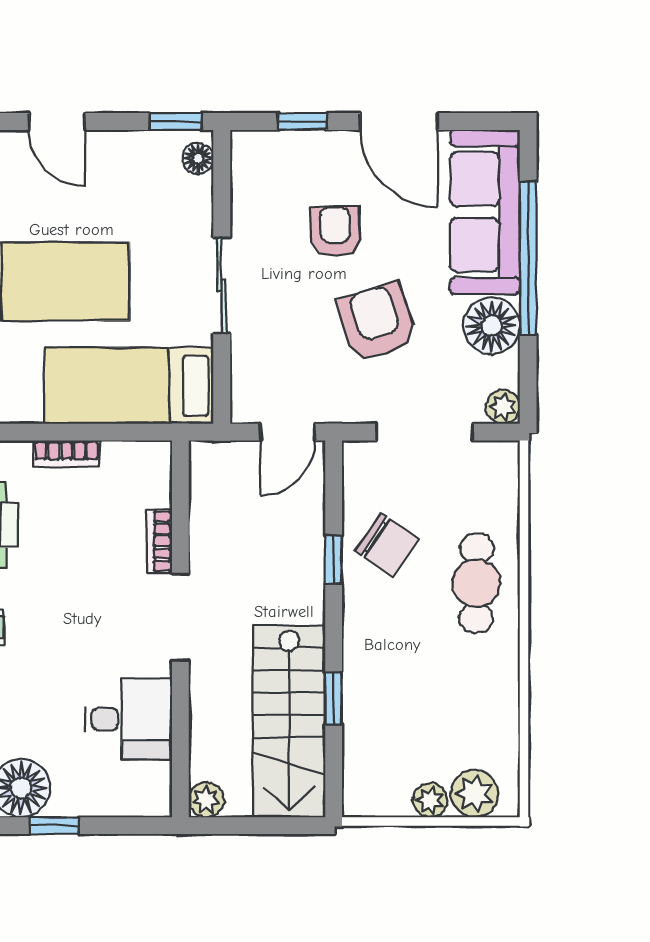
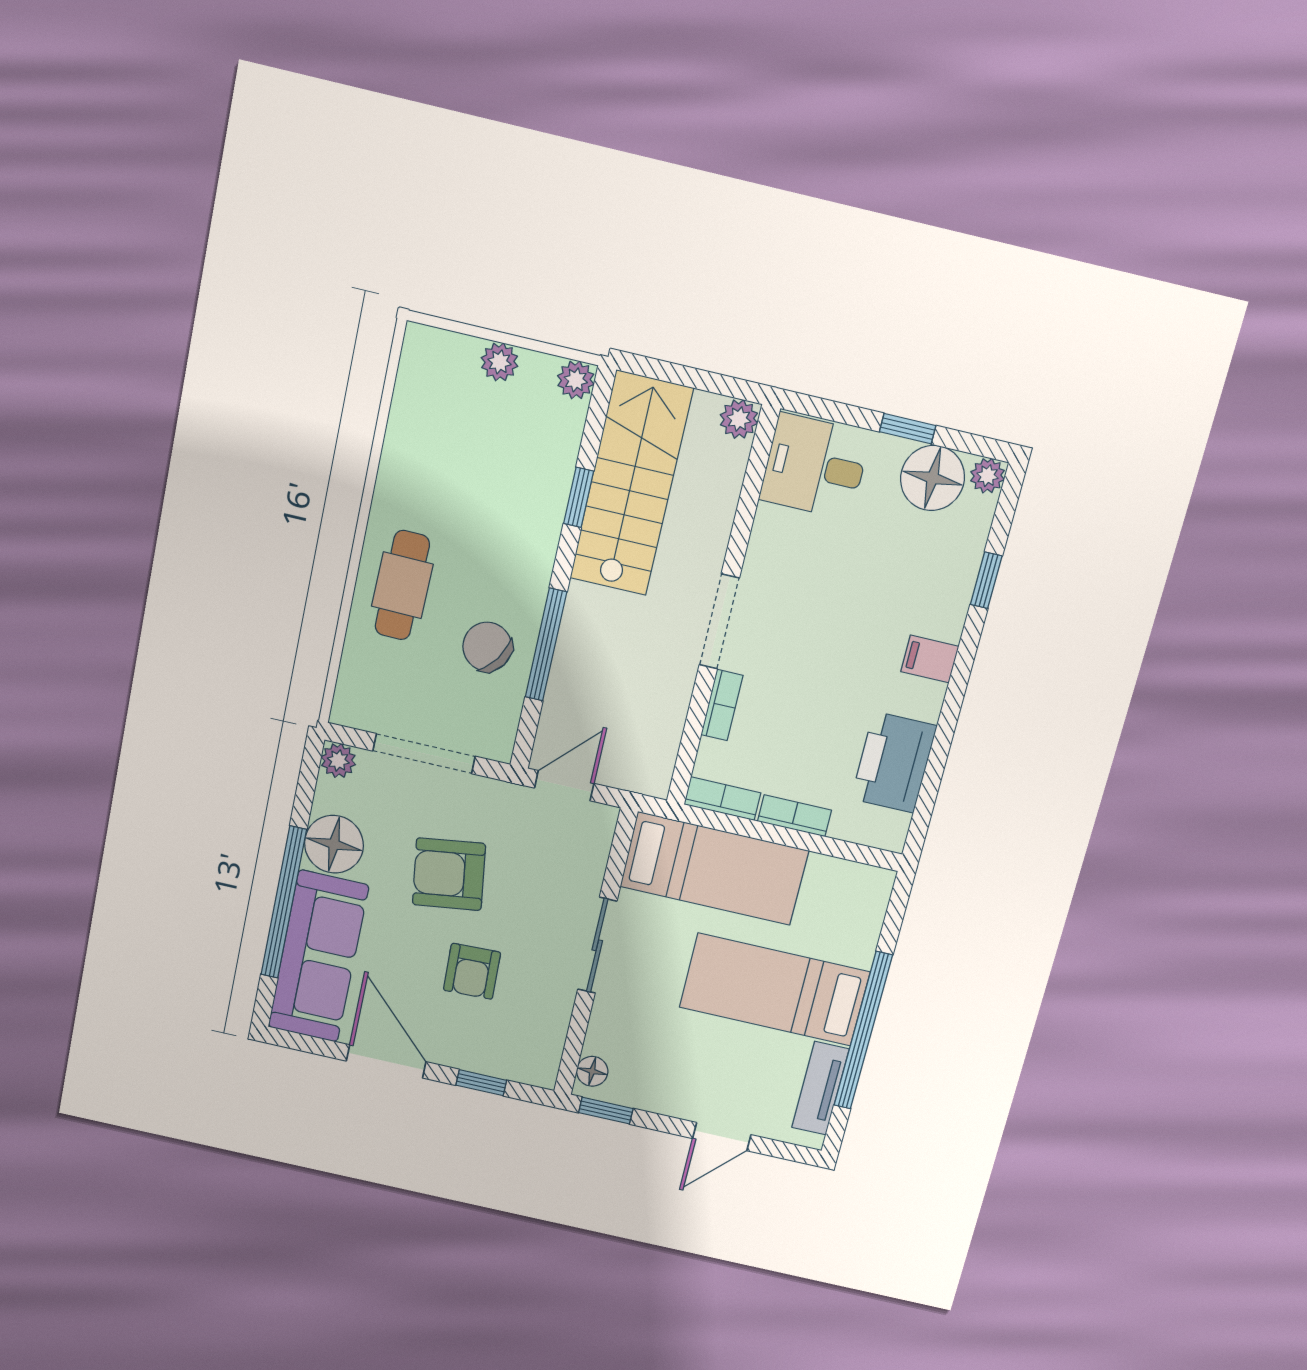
door: (57, 122) -> (722, 1137), swing flipped
armchair: (377, 322) -> (449, 874), turned 100
bookcase: (138, 454) -> (722, 799), added
window: (334, 559) -> (546, 645), width x2.17
desk: (128, 719) -> (815, 466), moved
plant: (474, 794) -> (576, 380), moved, width x0.73, depth x0.73

